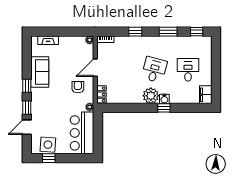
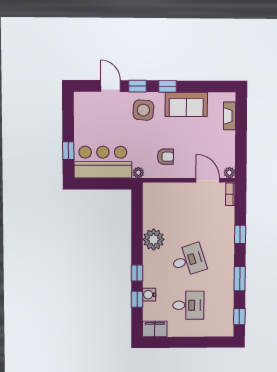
door: (95, 68) -> (208, 180), moved
desk: (154, 70) -> (189, 260), turned -33
locker: (102, 94) -> (155, 189), removed
plant: (151, 96) -> (154, 239), moved
water cooler: (164, 99) -> (149, 295), moved
window: (183, 108) -> (137, 299), added
side table: (48, 145) -> (143, 110), moved
window: (49, 158) -> (68, 151), moved

